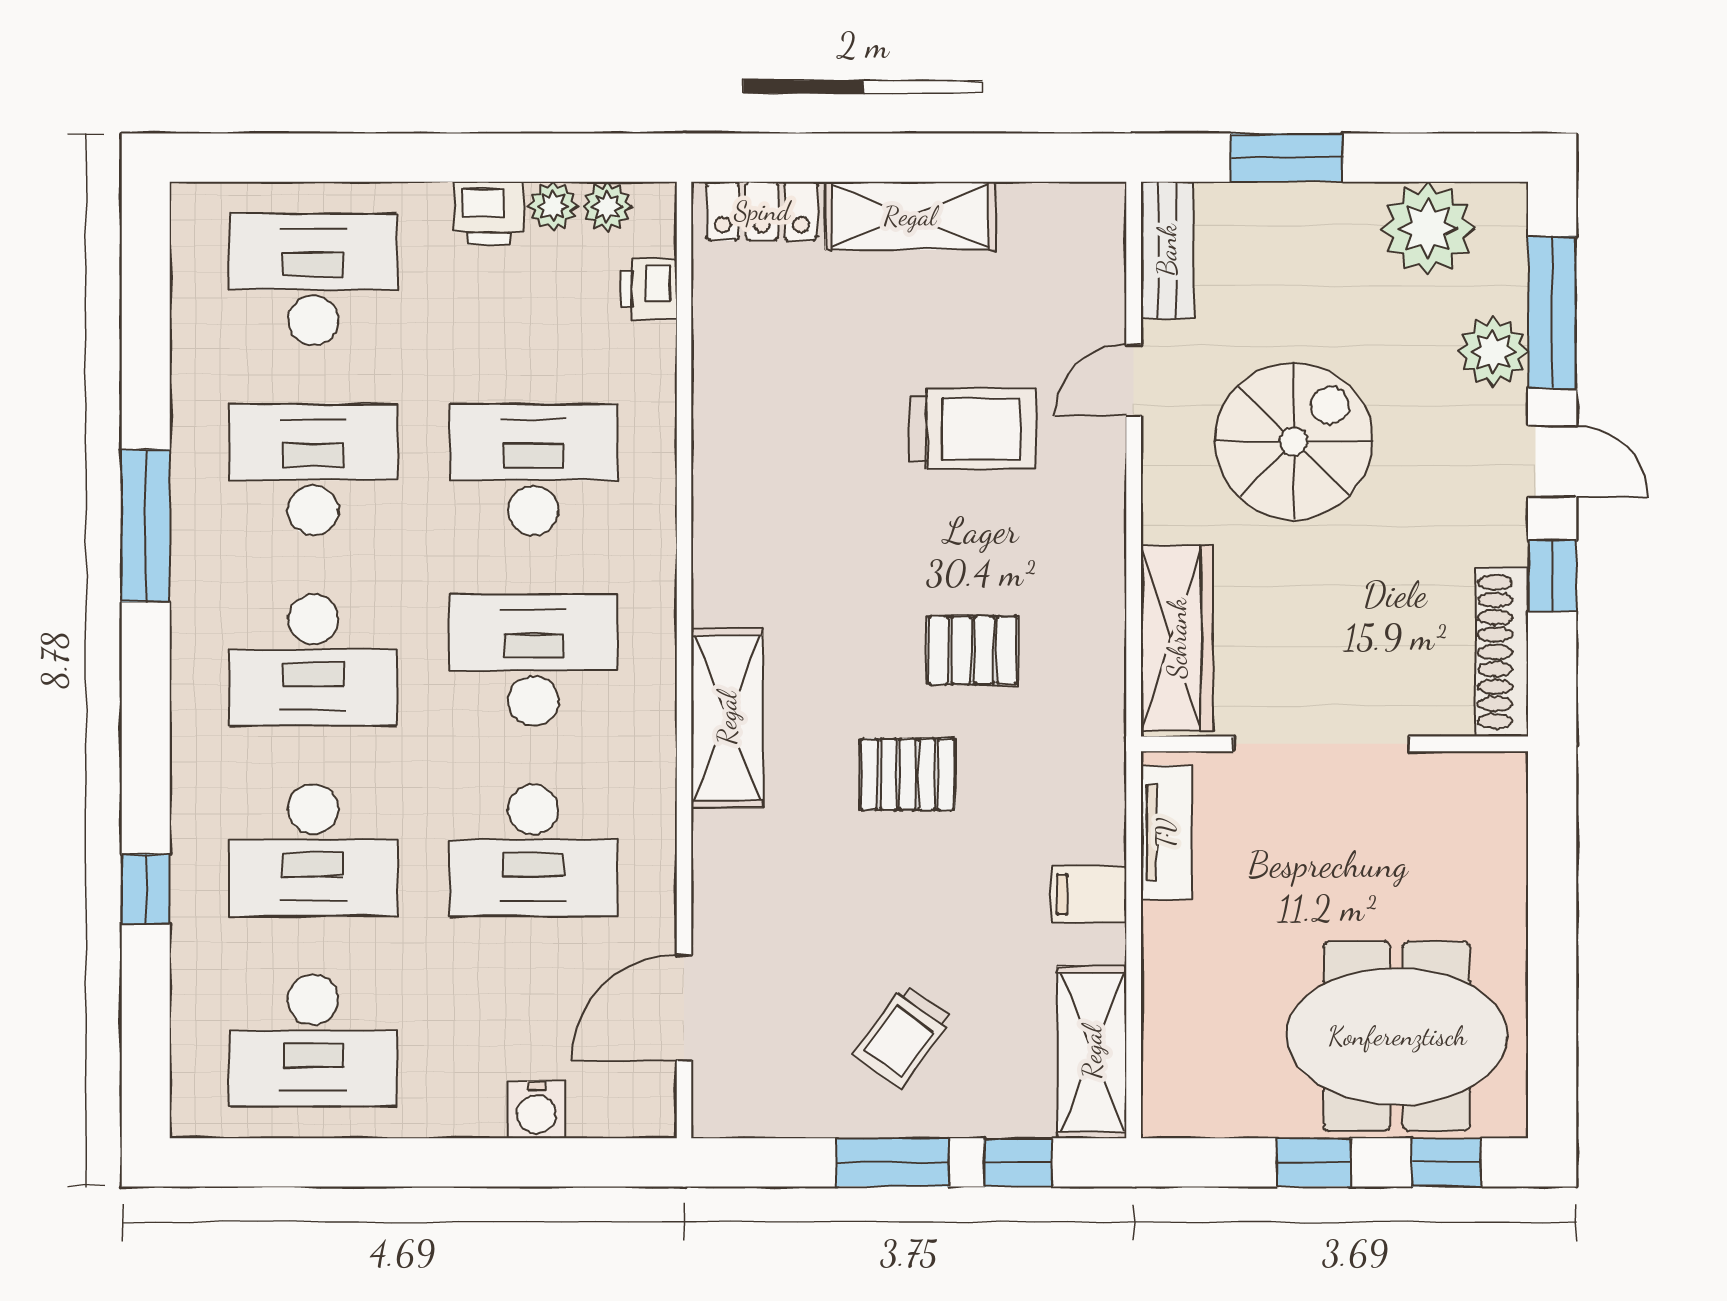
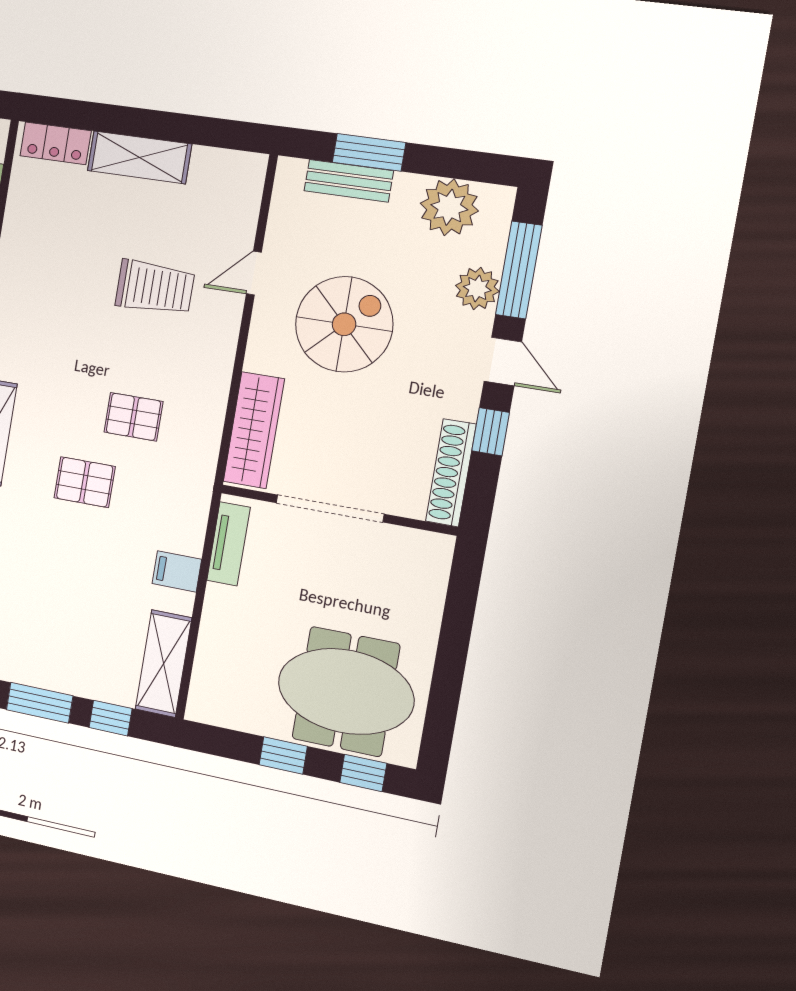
bench: (1167, 250) -> (349, 181), moved, turned 90
trolley: (903, 1036) -> (57, 632), removed

